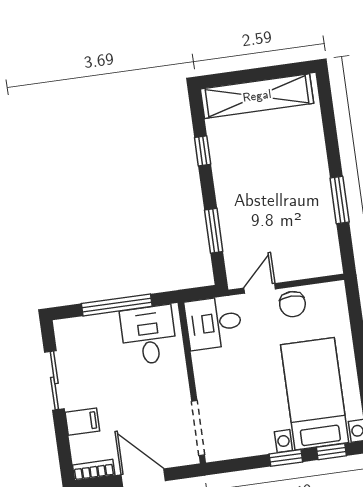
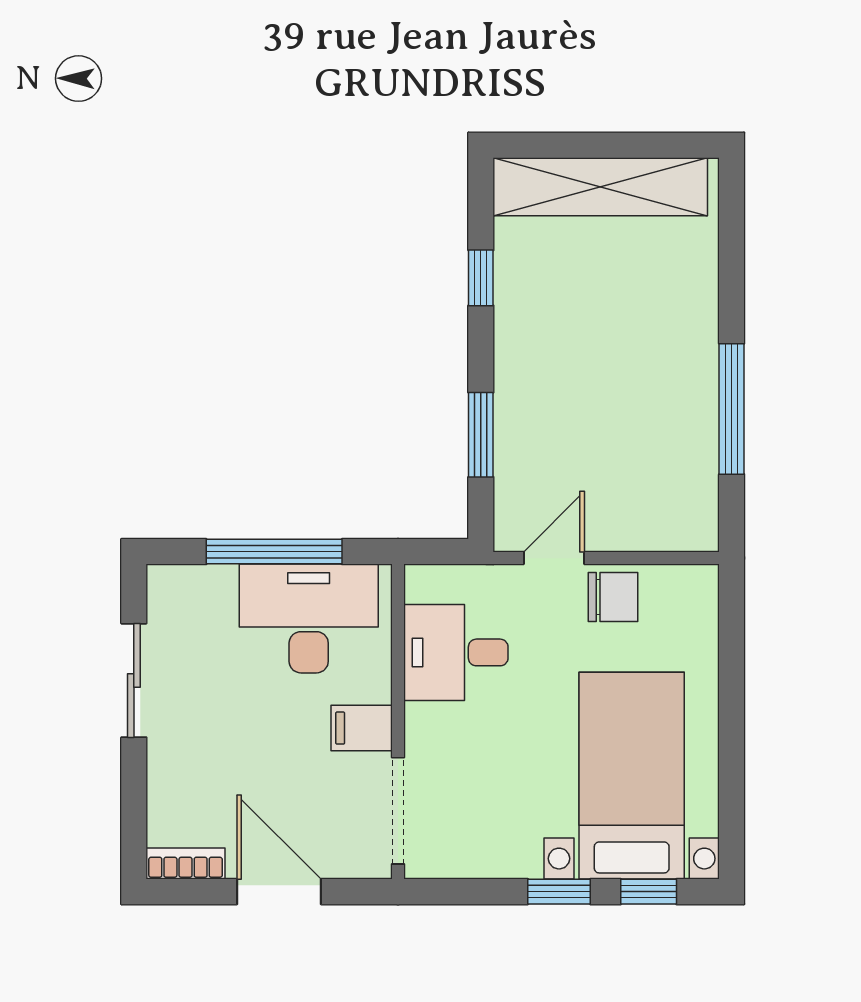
window: (340, 200) -> (732, 409), width x1.44
chair: (292, 304) -> (613, 597), turned -90
desk: (214, 323) -> (456, 652), moved
desk: (149, 335) -> (309, 619), width x1.37
filing cabinet: (82, 422) -> (362, 728), moved, turned 180

